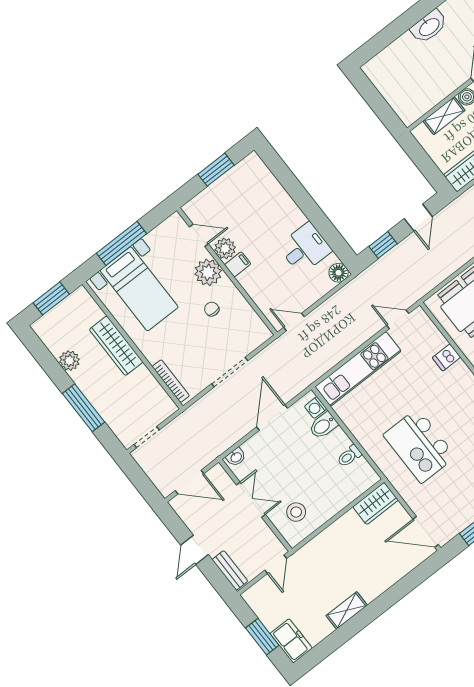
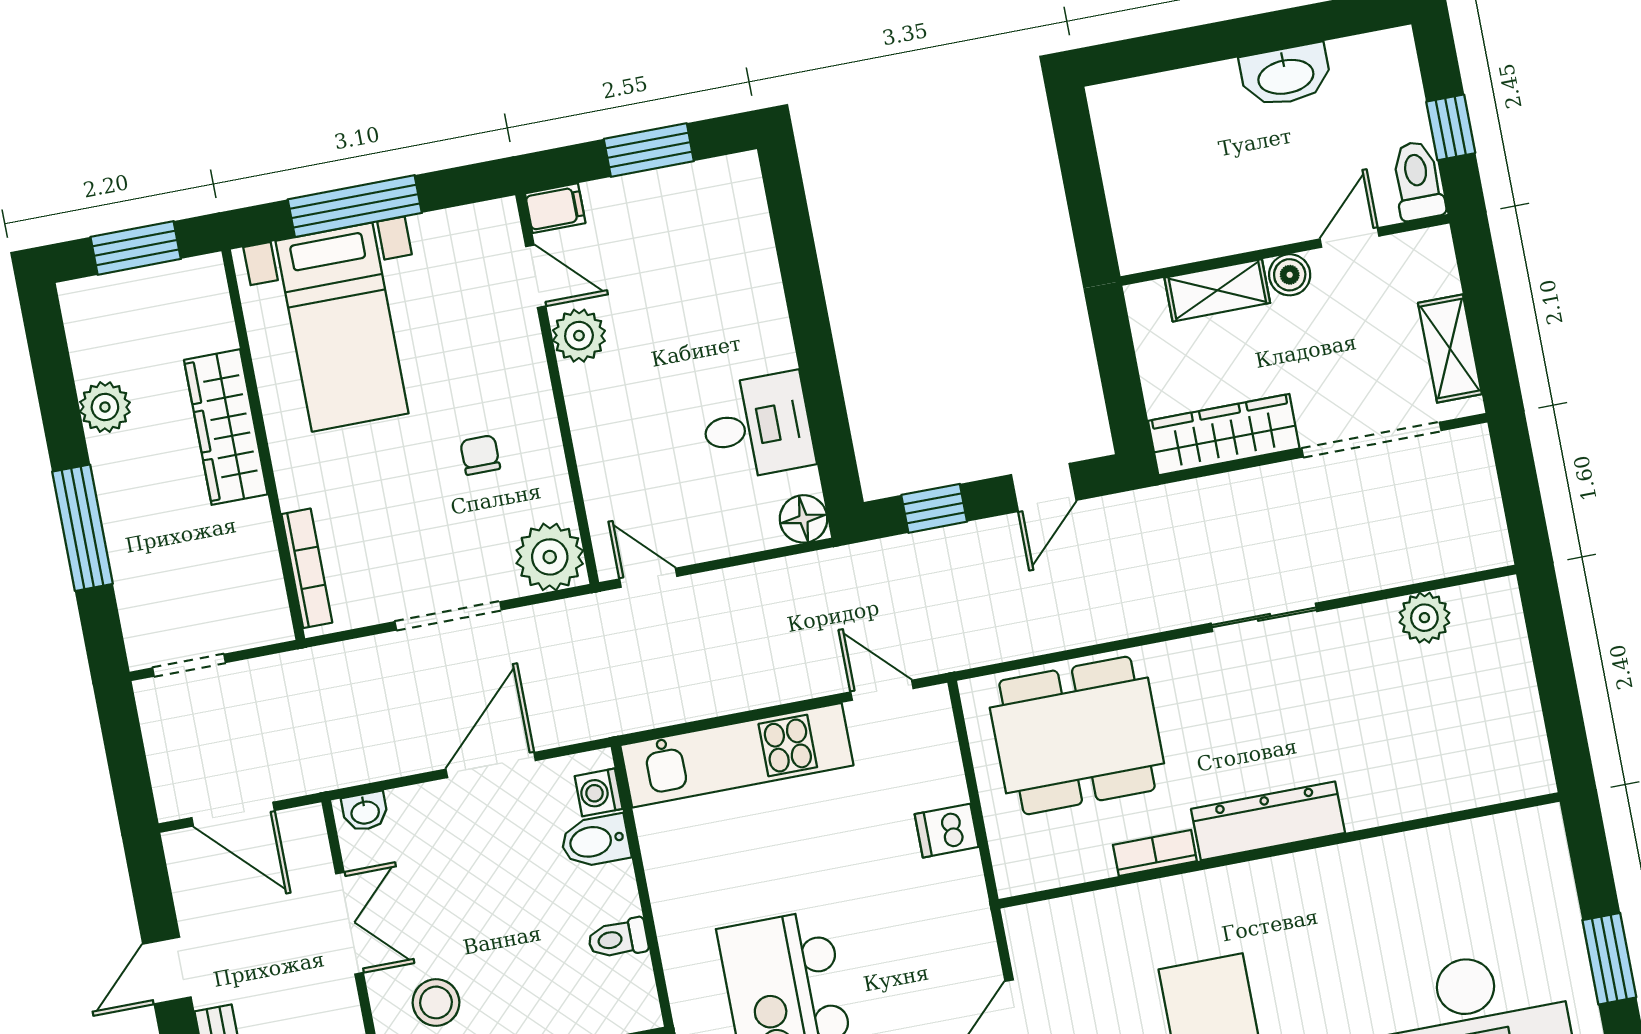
filing cabinet: (238, 264) -> (555, 208), moved
plant: (208, 272) -> (550, 557), moved

